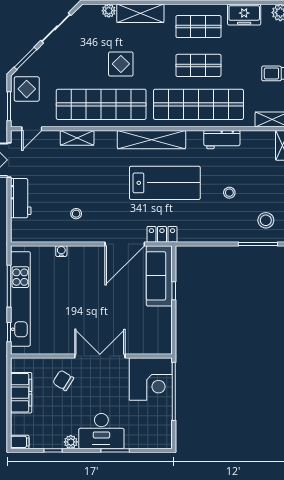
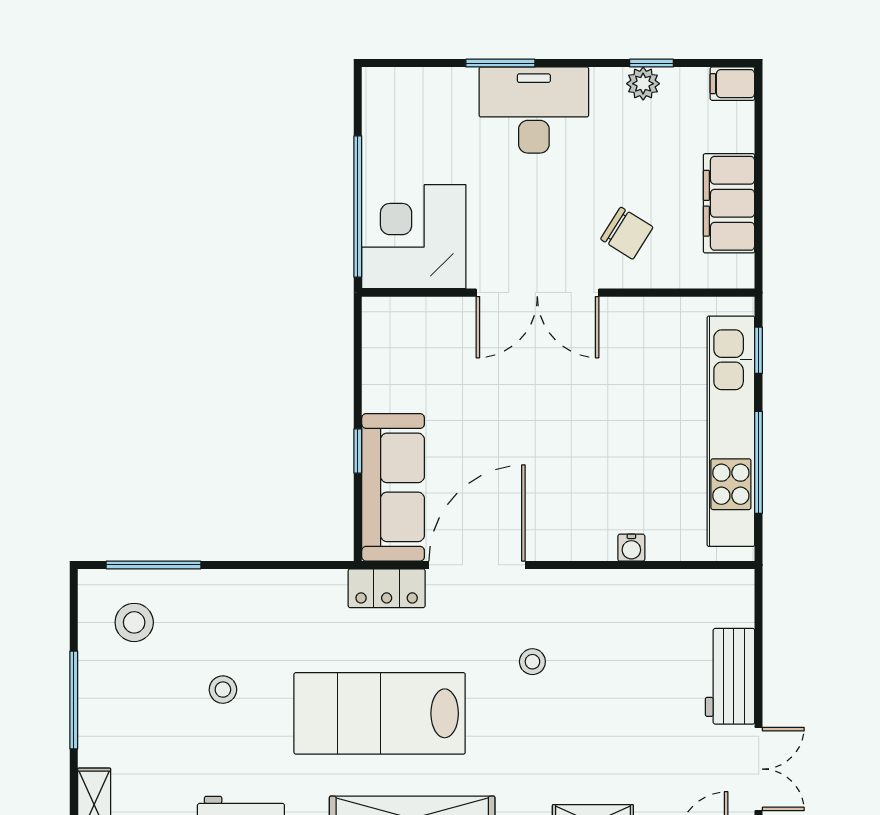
stool: (76, 214) -> (532, 662), moved
plant: (71, 442) -> (643, 84), moved

